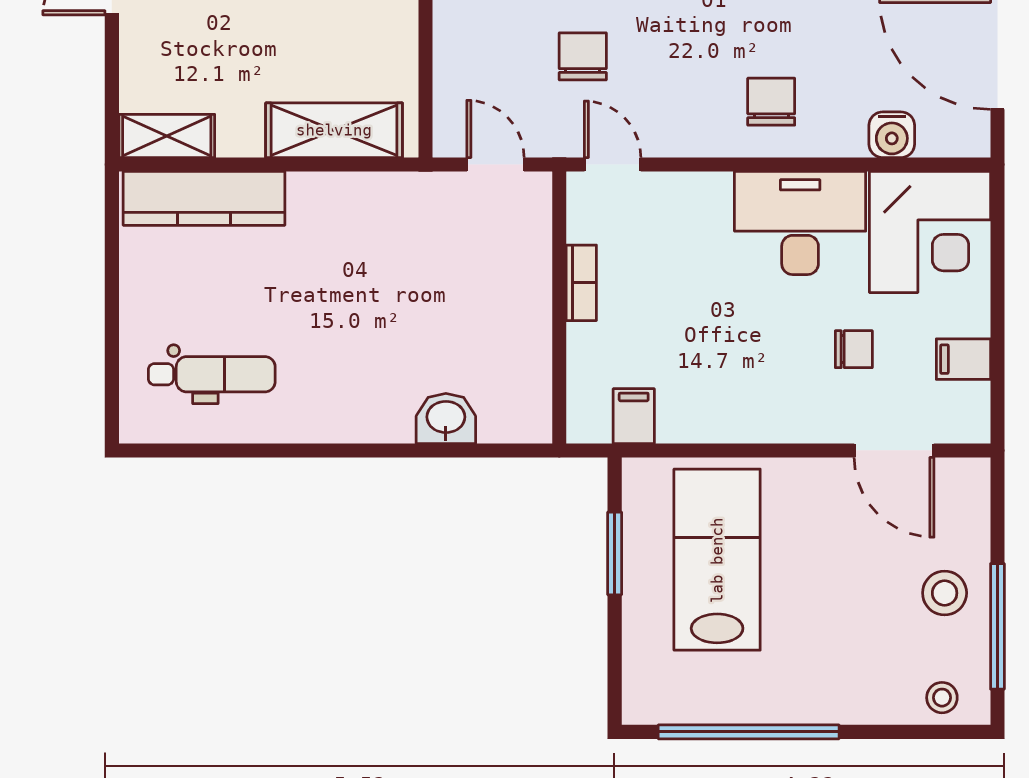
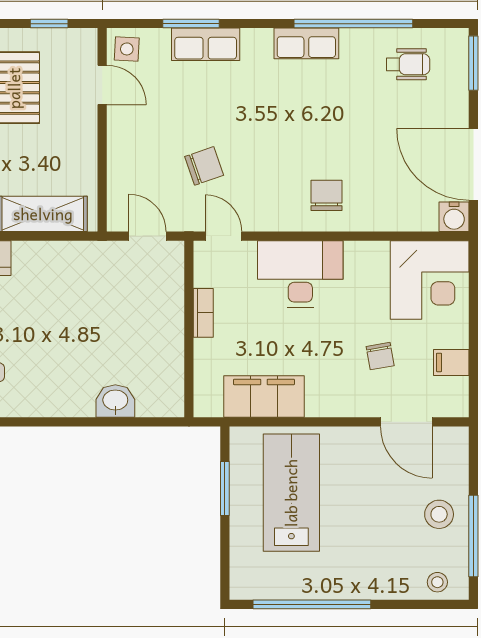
chair: (583, 56) -> (204, 166), turned 71
water cooler: (892, 135) -> (454, 217), moved
desk: (800, 223) -> (300, 274), moved
chair: (854, 349) -> (380, 356), turned 80
filing cabinet: (634, 416) -> (264, 397), width x3.00, depth x1.17

